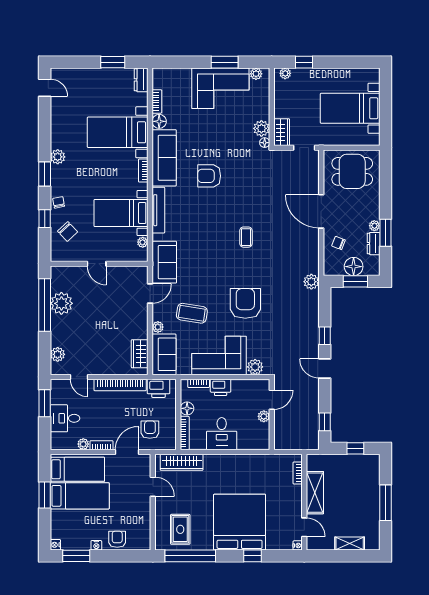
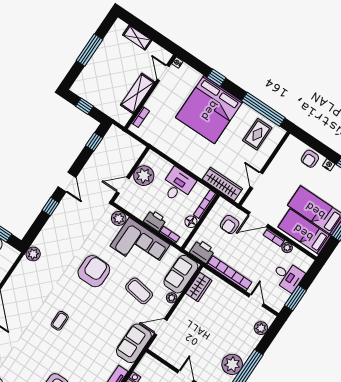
plant: (143, 242) -> (140, 369), removed
armchair: (245, 303) -> (94, 271), turned 180
plant: (264, 416) -> (144, 176), width x1.88, depth x1.88

